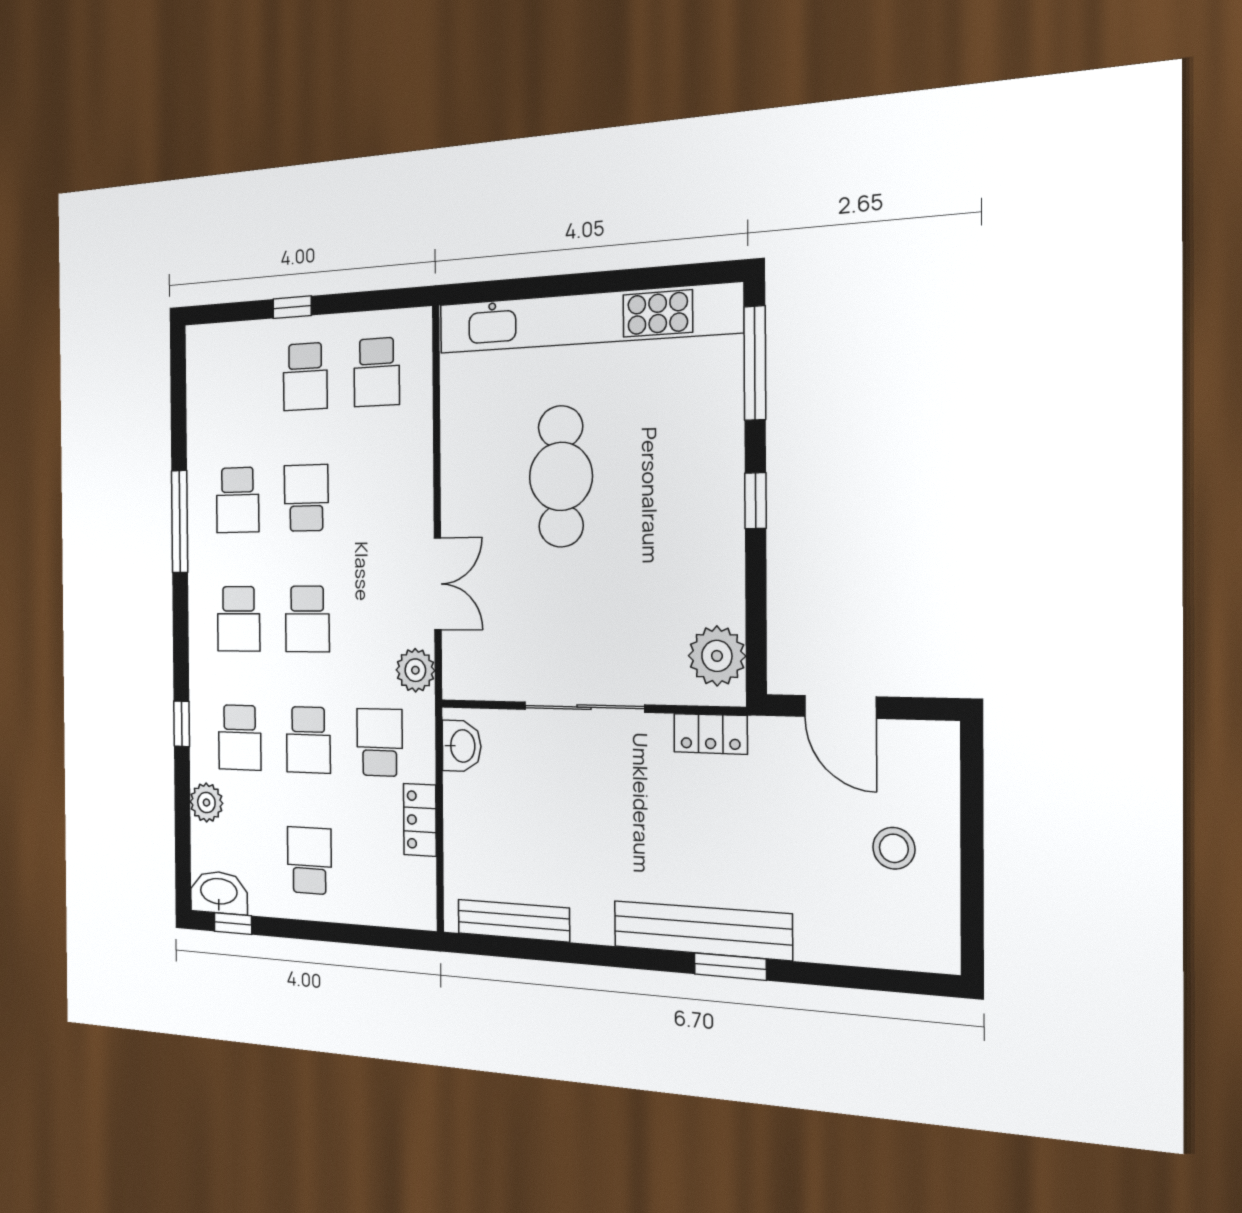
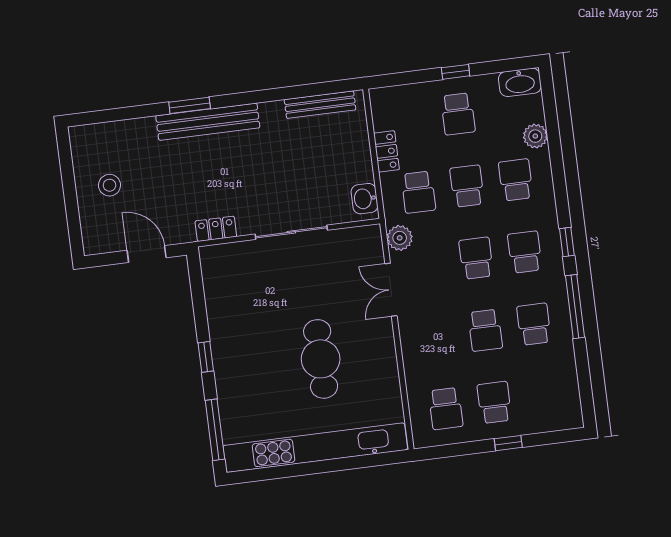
school desk: (377, 372) -> (446, 409), turned 180
plant: (717, 656) -> (217, 271), removed
window: (182, 724) -> (567, 242), moved
window: (233, 924) -> (456, 72), moved

